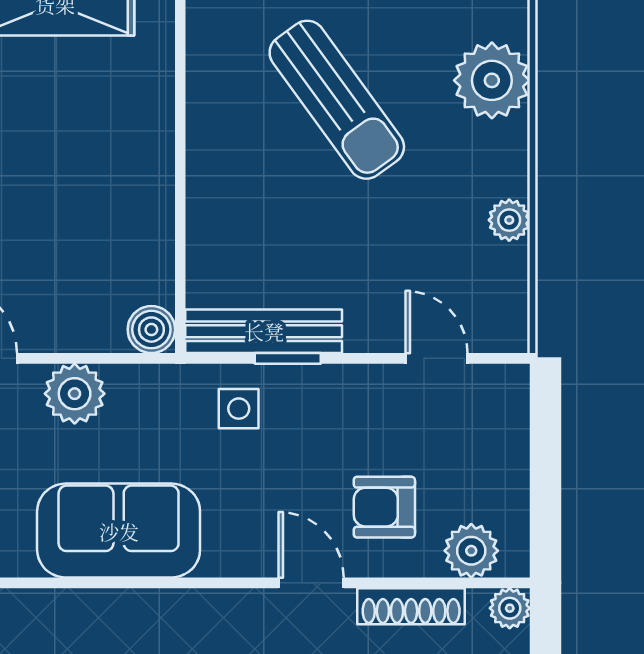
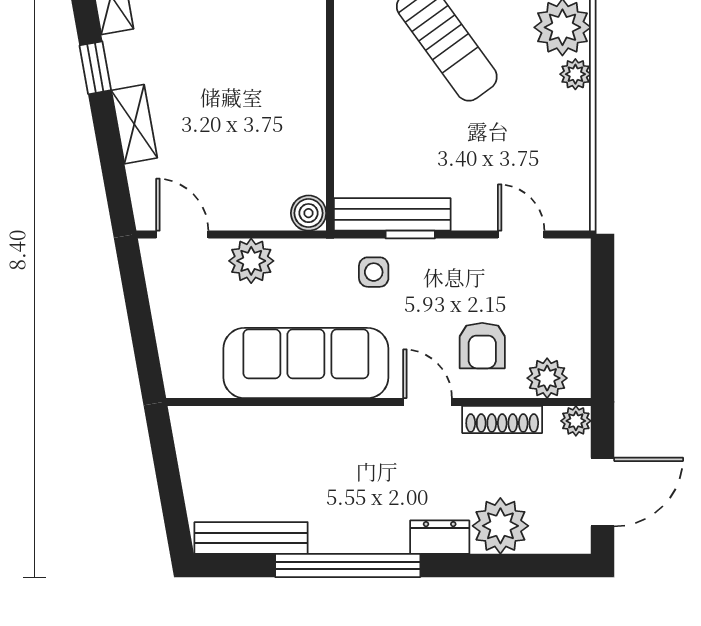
plant: (509, 220) -> (575, 74), moved
armchair: (384, 507) -> (482, 346), turned -90
sofa: (119, 531) -> (306, 363), width x1.36

